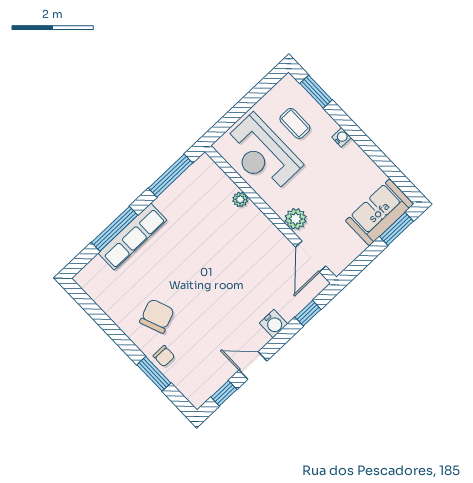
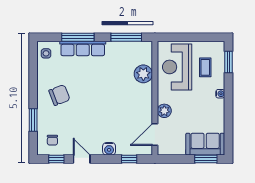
plant: (240, 199) -> (143, 74), width x1.88, depth x1.88
side table: (96, 283) -> (46, 53), added
chair: (164, 356) -> (52, 140), moved

